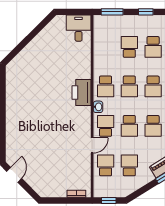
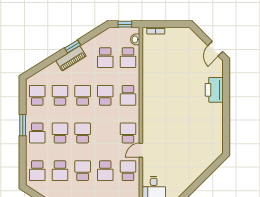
school desk: (129, 86) -> (128, 171), moved
printer: (81, 92) -> (214, 90), moved, turned 180
washbasin: (98, 107) -> (135, 39), moved
door: (92, 145) -> (141, 150), moved

